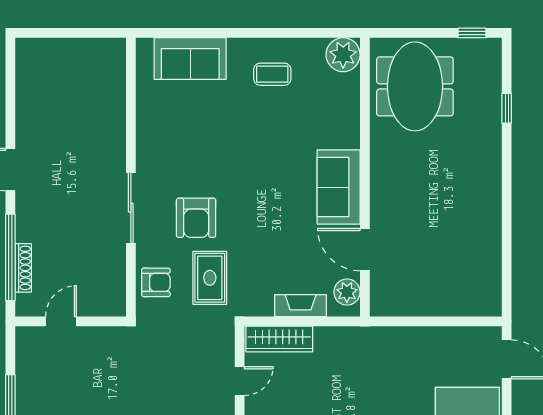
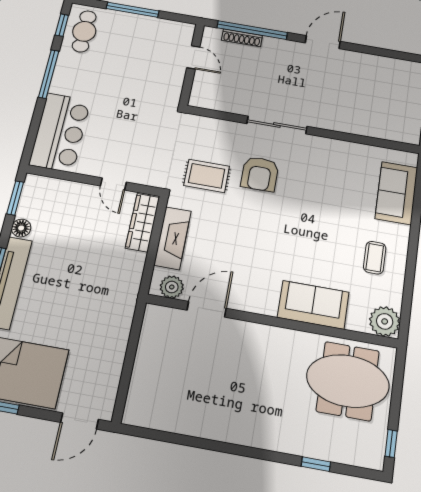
sofa: (339, 187) -> (313, 305), moved
armchair: (196, 218) -> (260, 174), turned -90
armchair: (156, 282) -> (211, 133), removed
fireplace: (301, 306) -> (173, 238), width x1.37, depth x1.32

